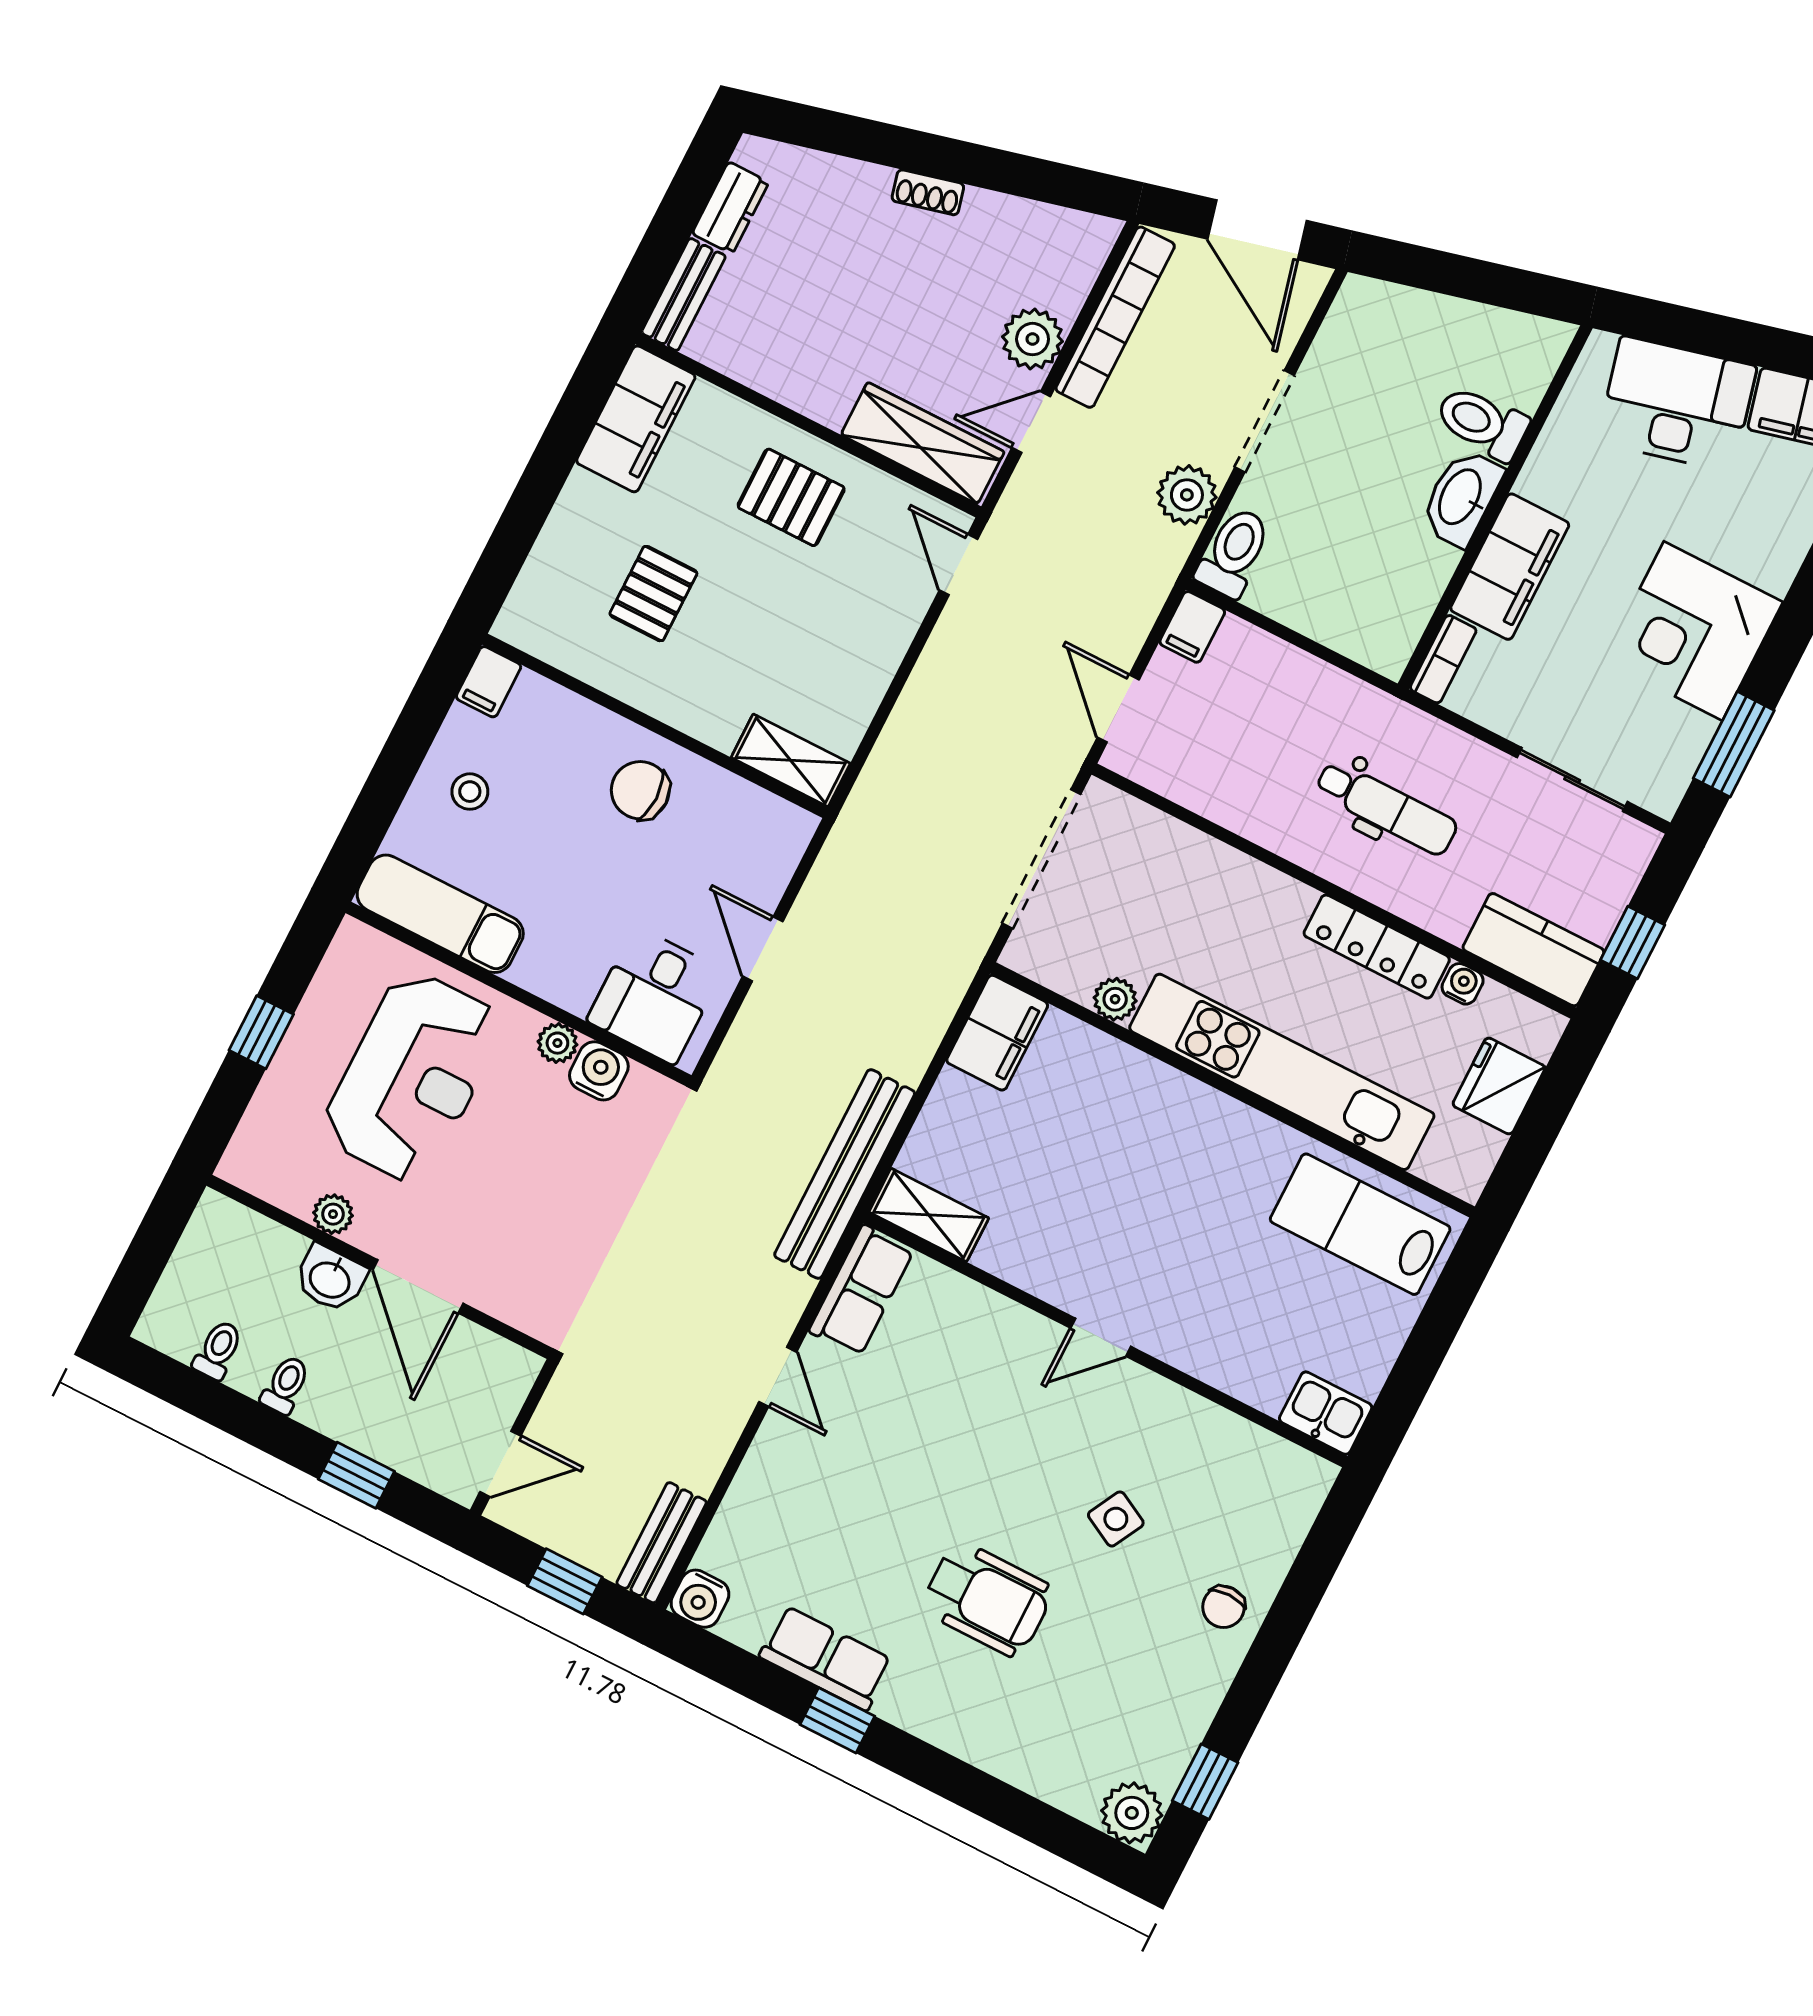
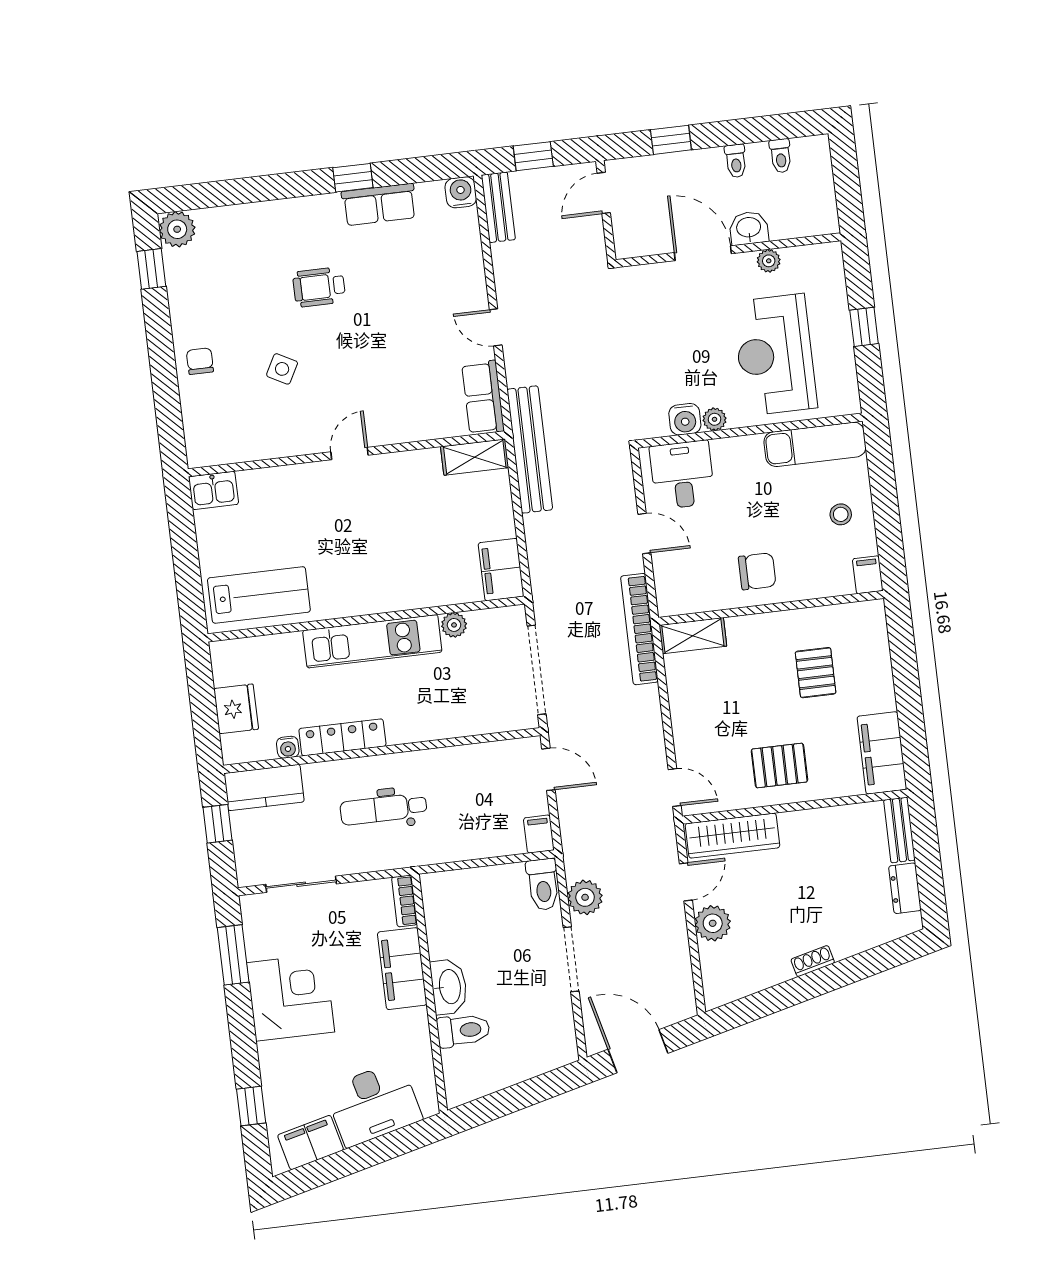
bookcase: (1115, 317) -> (639, 629), moved
kitchen unit: (1282, 1072) -> (372, 641), width x0.73
wheelchair: (987, 1599) -> (319, 287), width x0.73, depth x0.73

